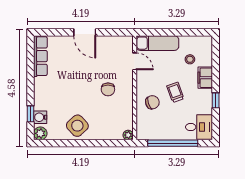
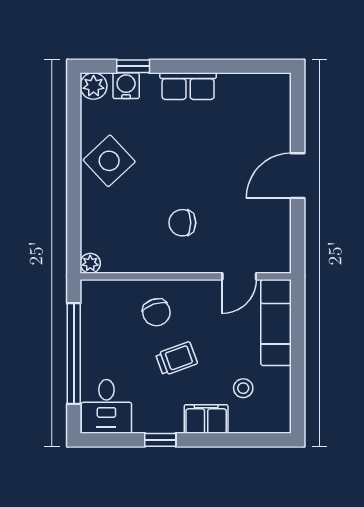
row of seats: (40, 56) -> (188, 86), moved, width x0.68

